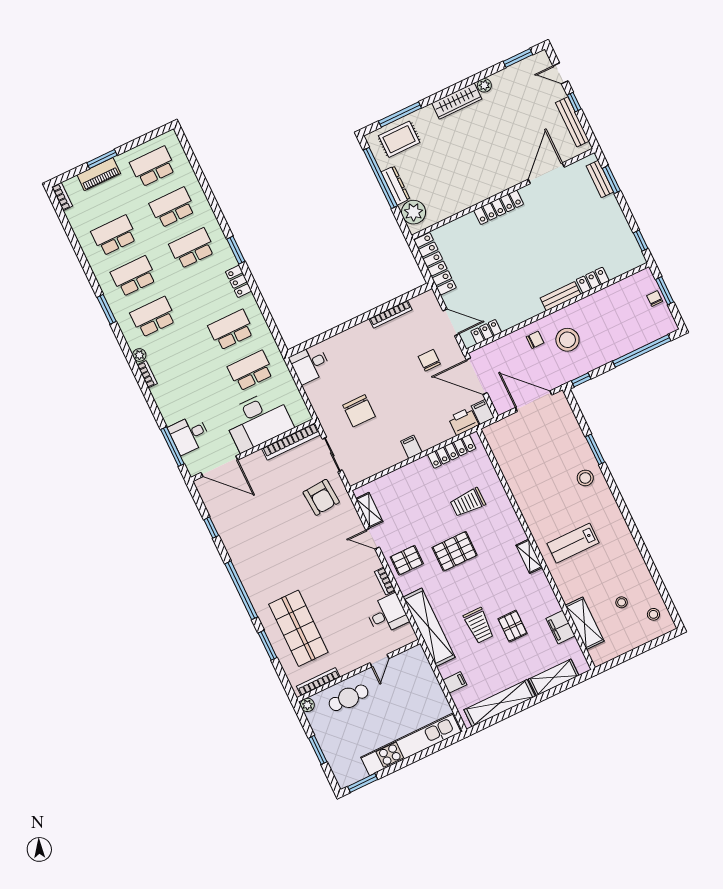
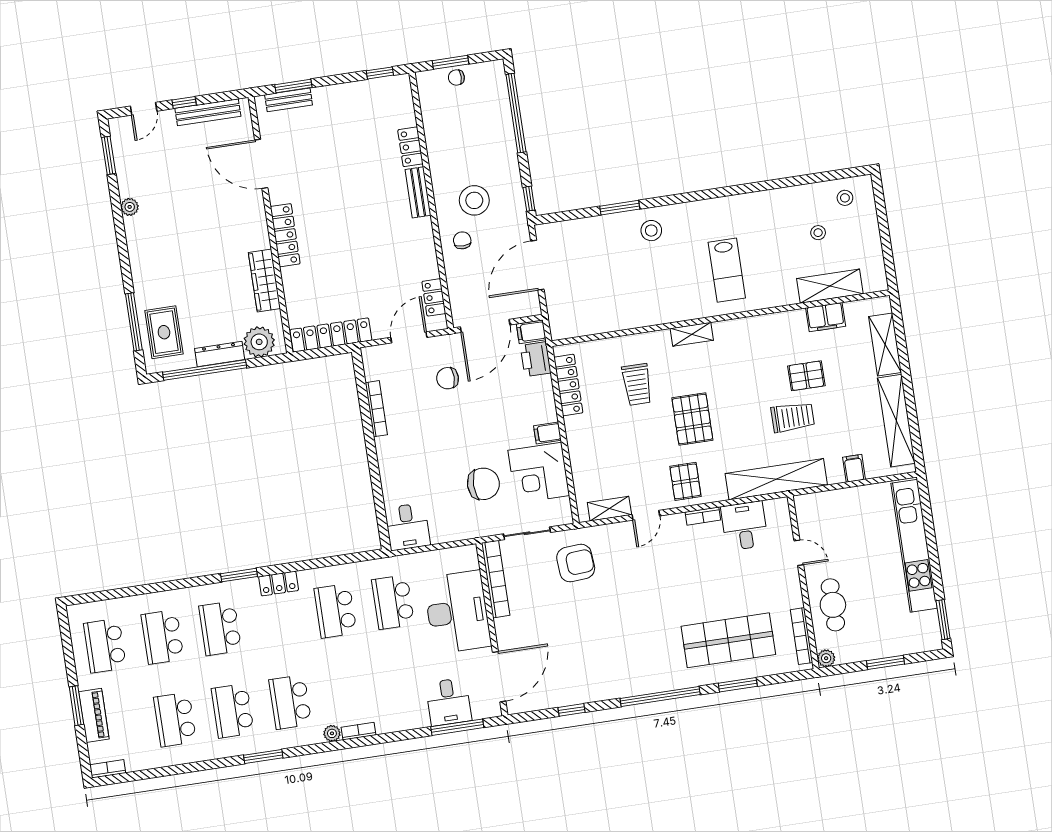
wardrobe: (457, 101) -> (264, 280), moved, turned 180
corner desk: (380, 449) -> (539, 473), added
shelving: (529, 556) -> (692, 334), moved

